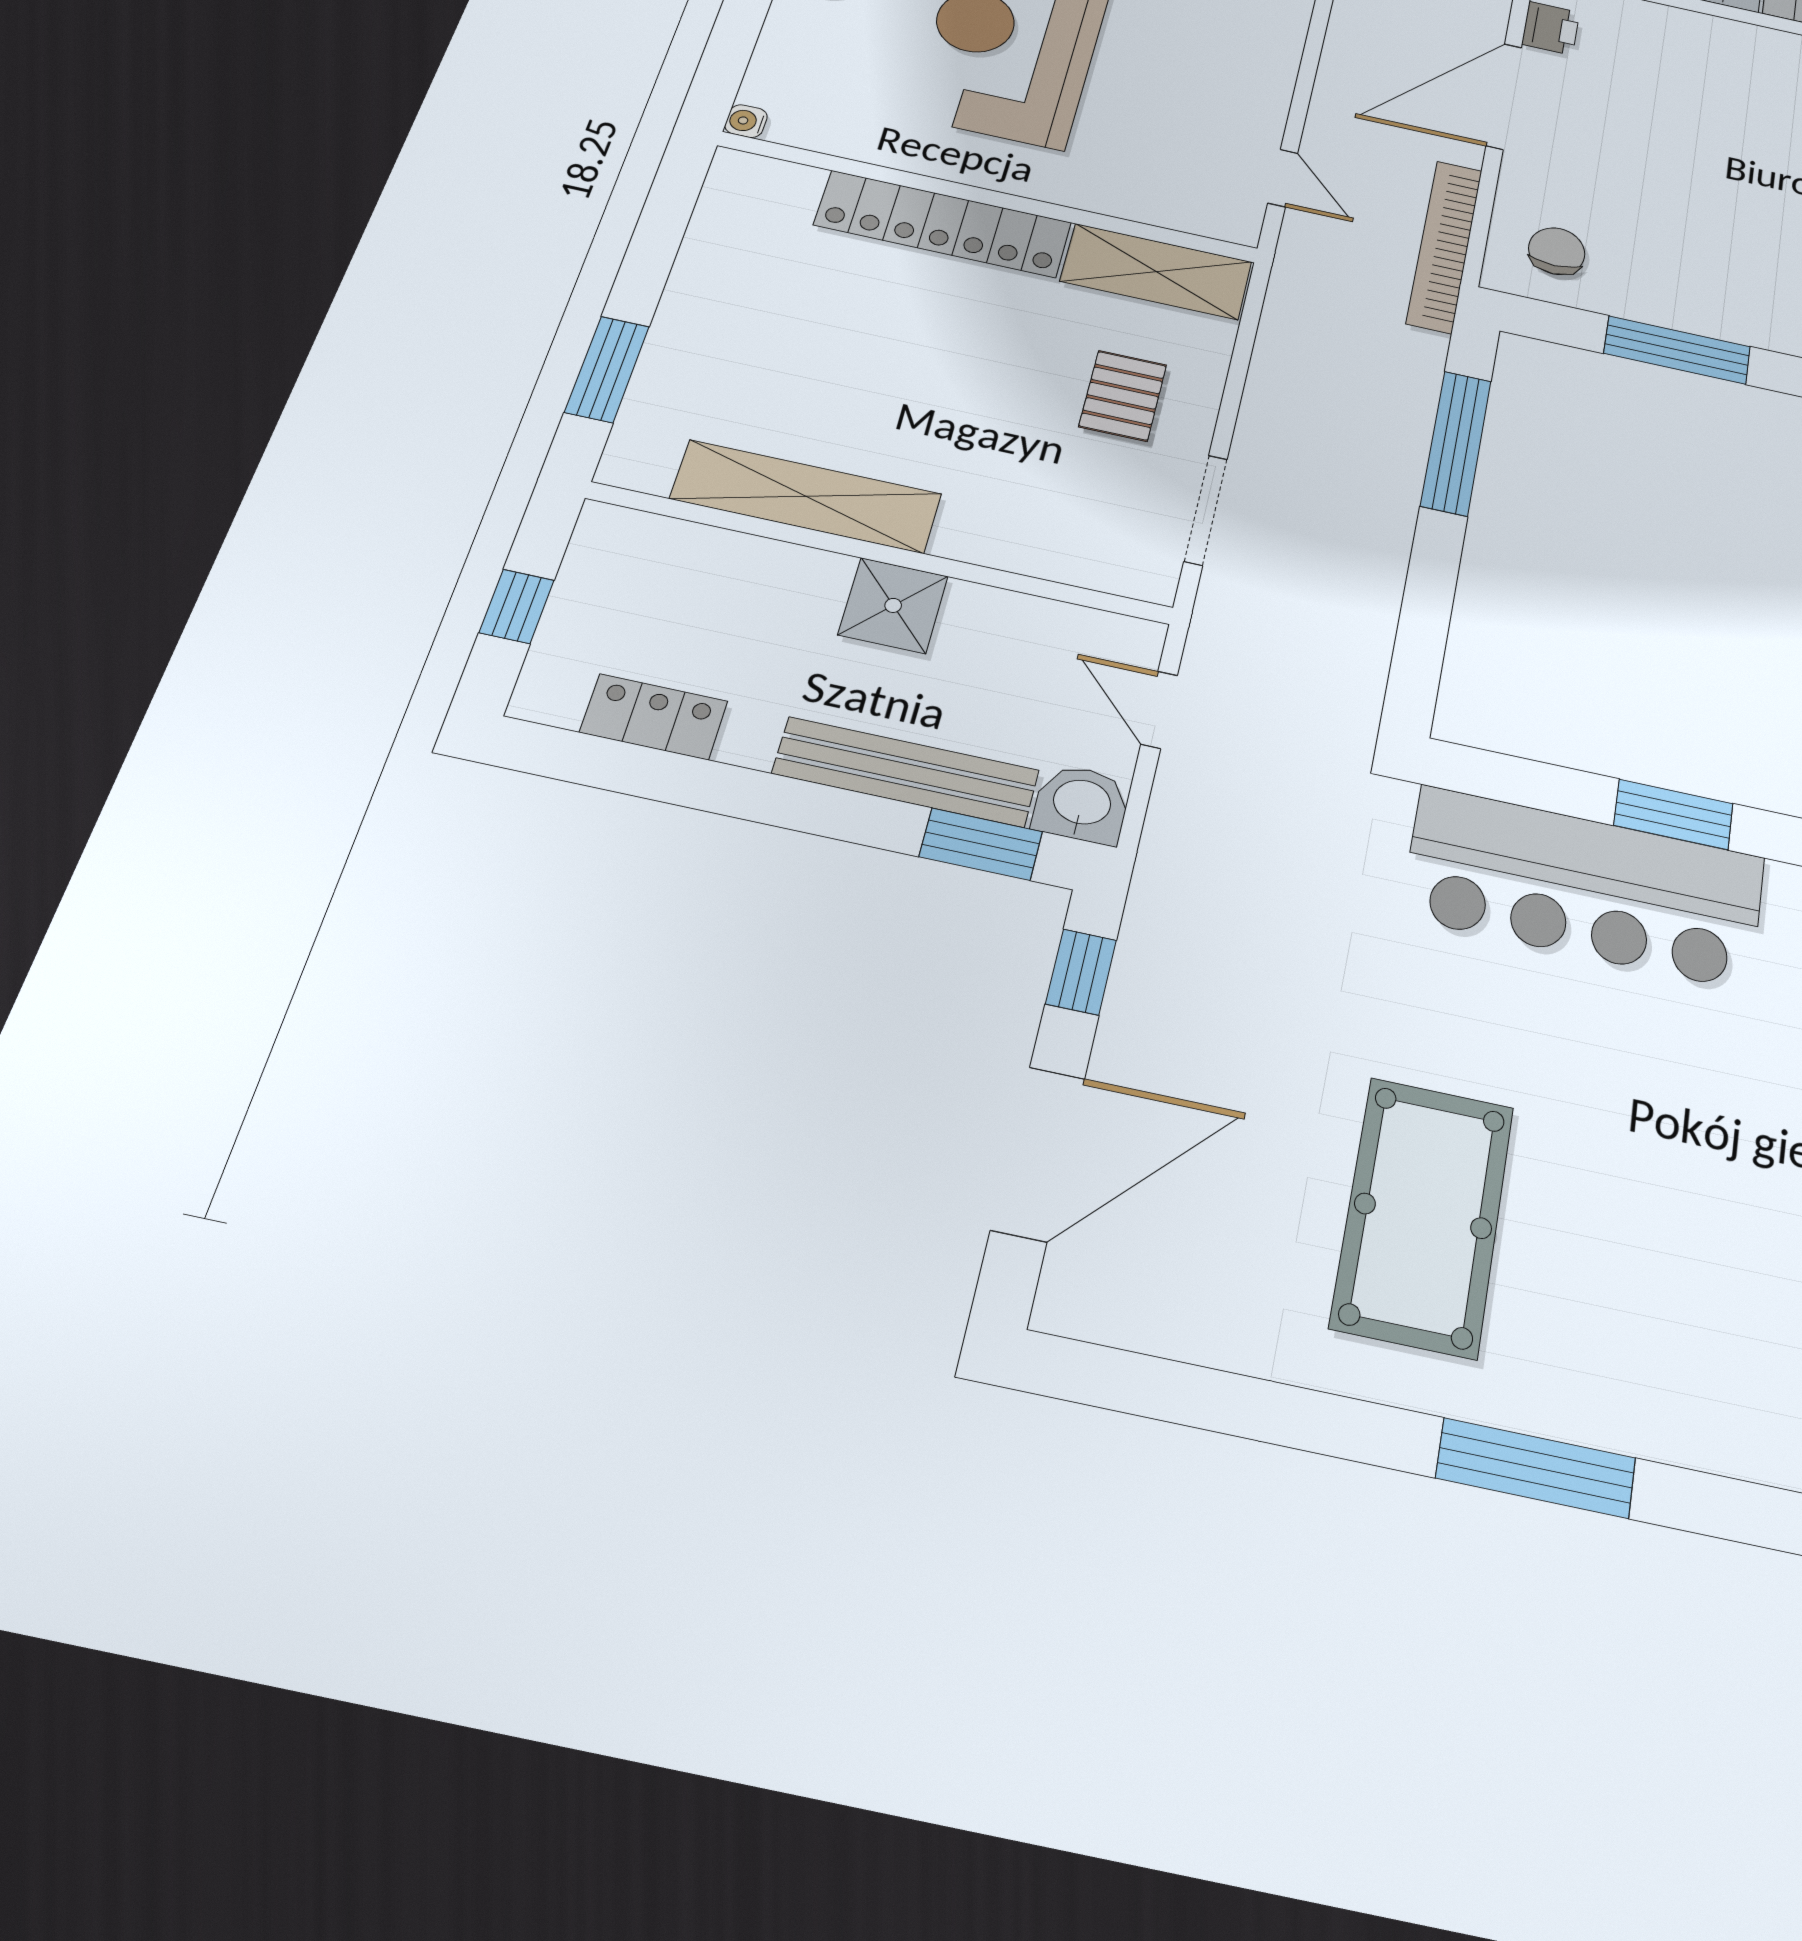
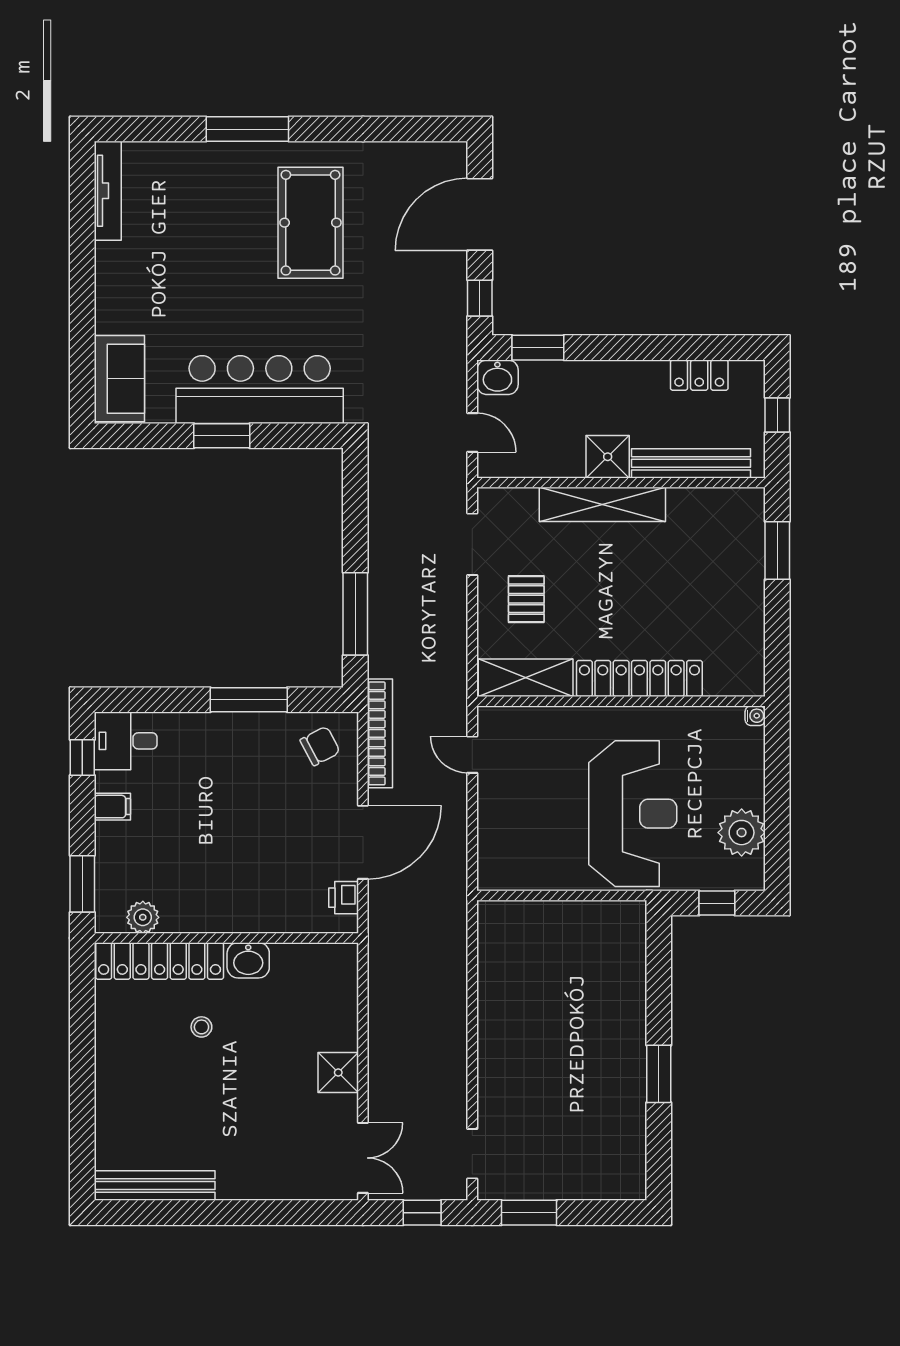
chair: (1557, 251) -> (320, 746), turned -118
shelving: (806, 496) -> (602, 504), moved
bench: (906, 772) -> (691, 463), moved

